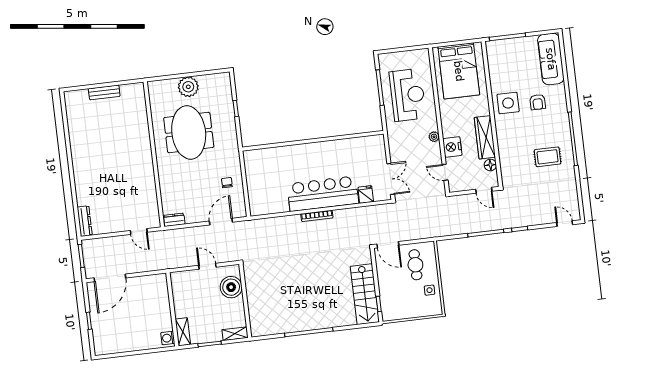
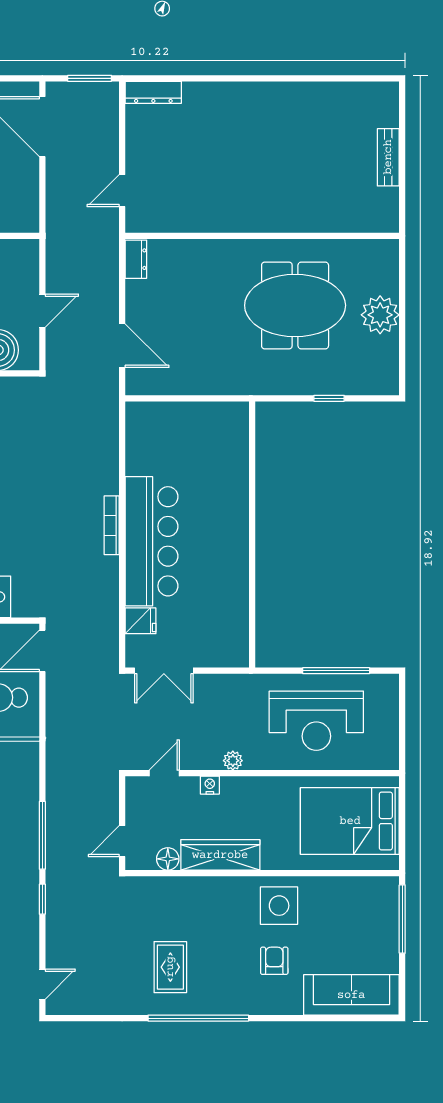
armchair: (538, 102) -> (274, 961), turned 90
nightstand: (452, 147) -> (210, 785), width x0.53, depth x0.56
chair: (227, 183) -> (193, 365), removed

